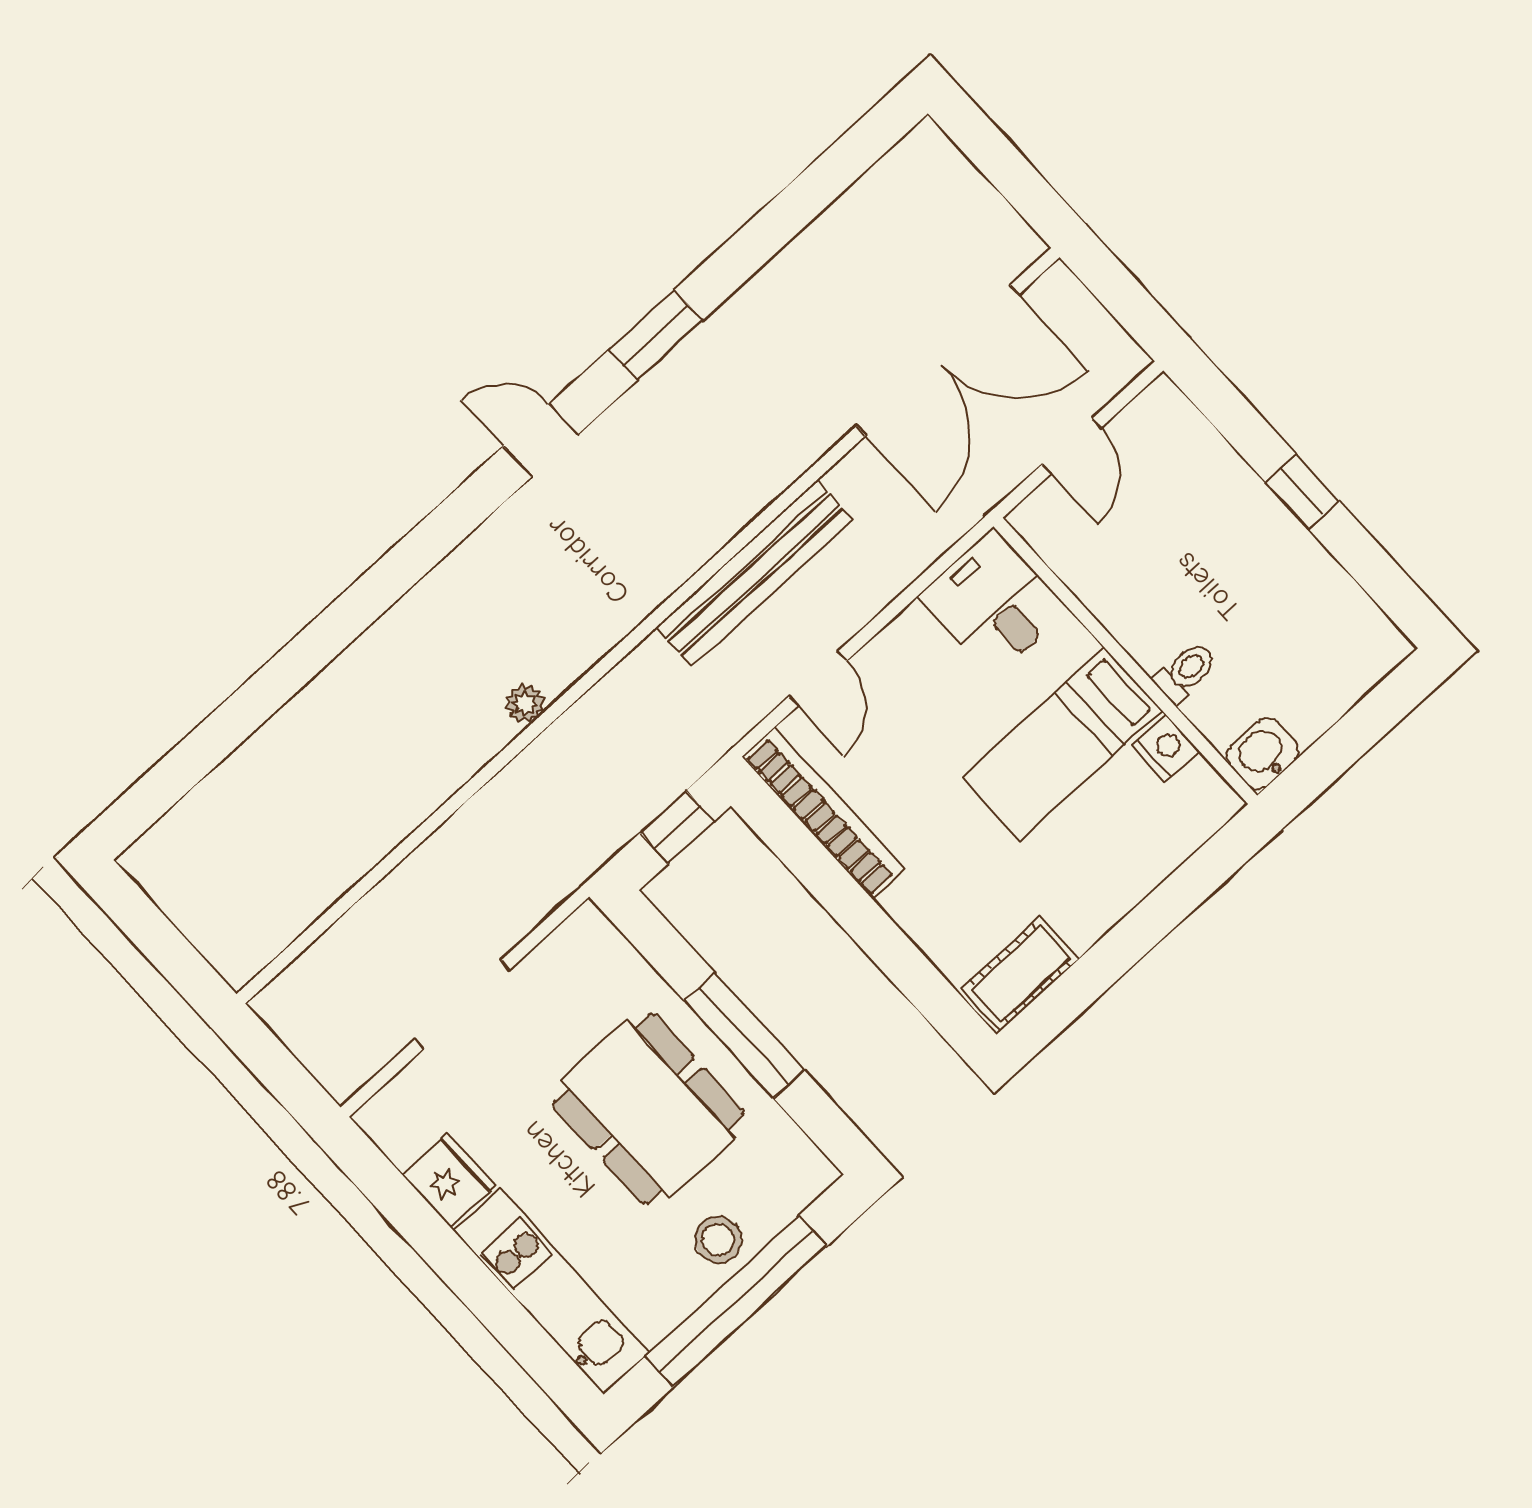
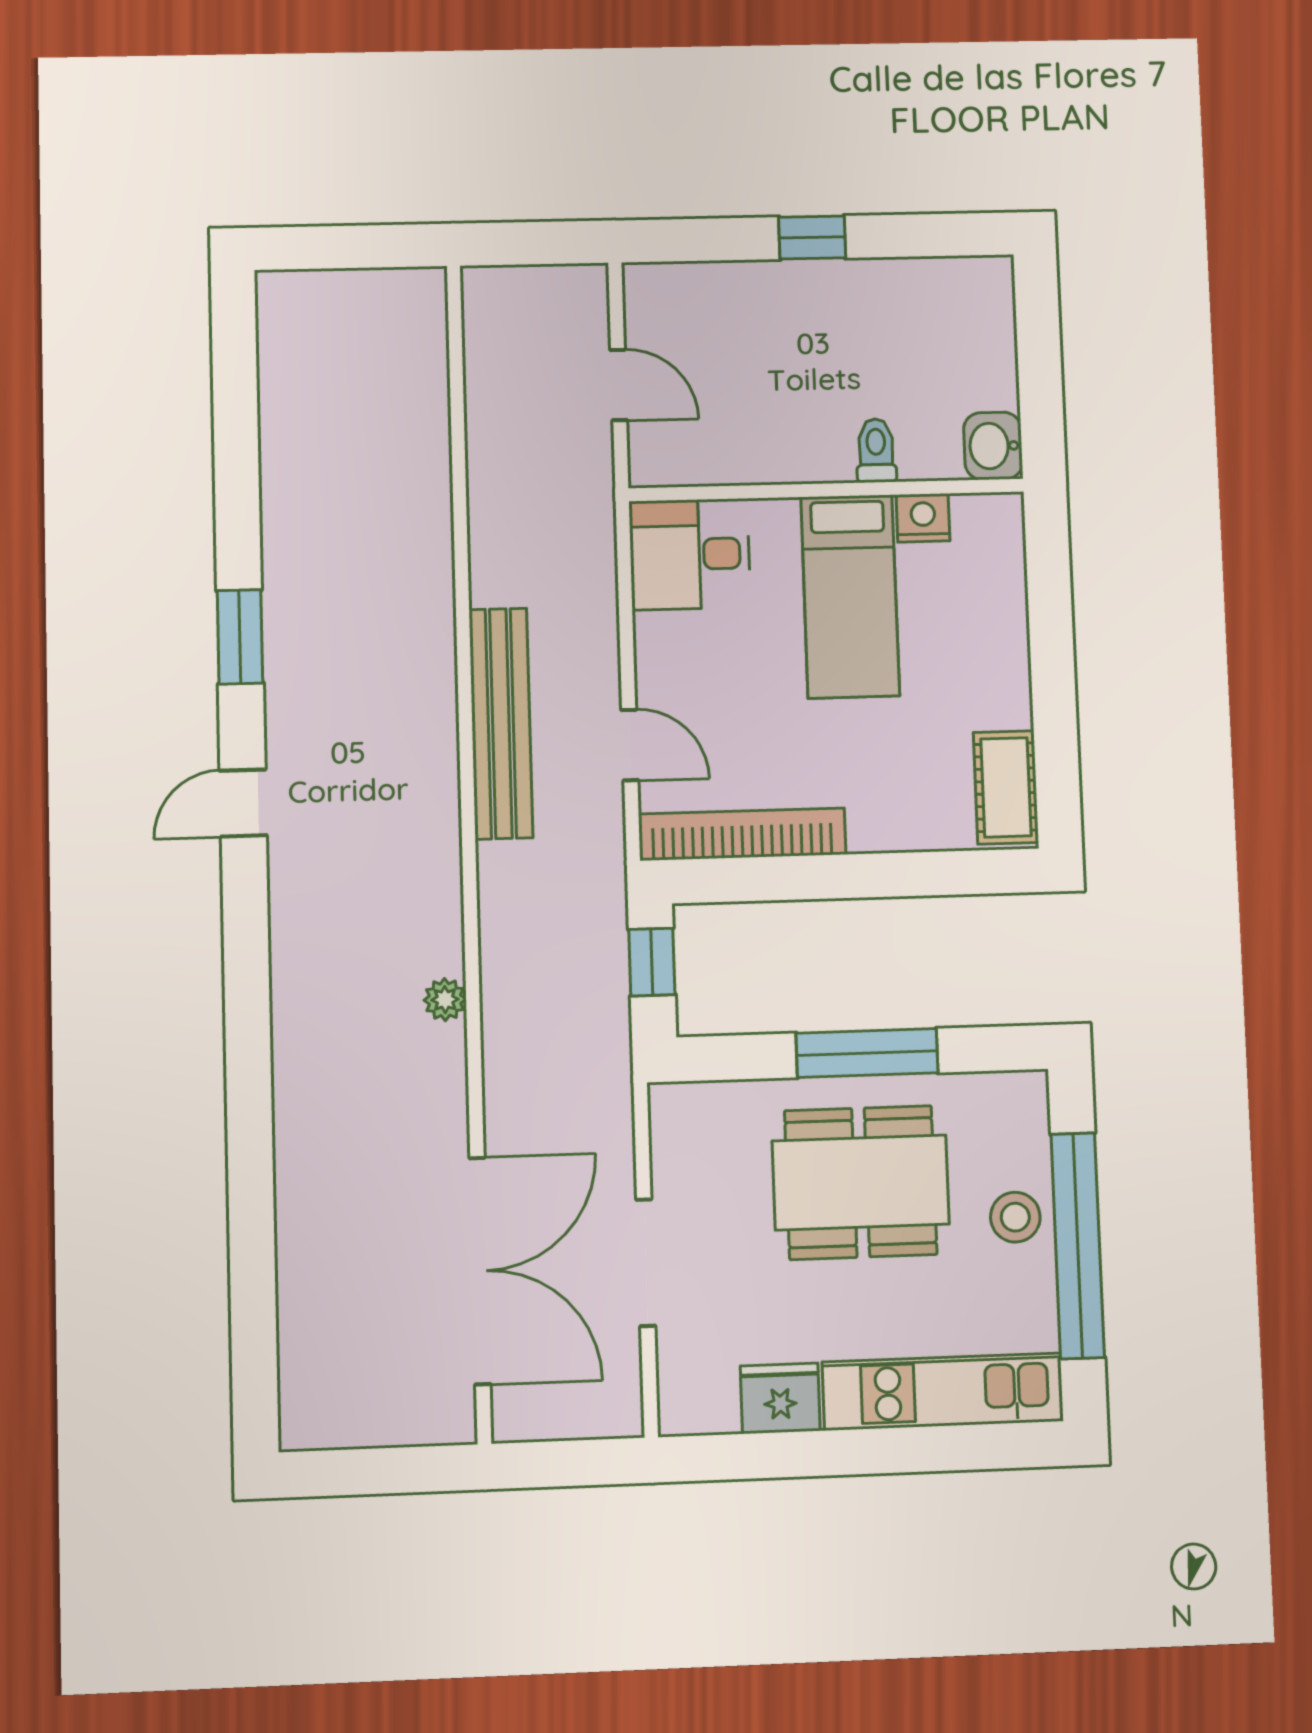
double door: (938, 360) -> (480, 1271), moved

